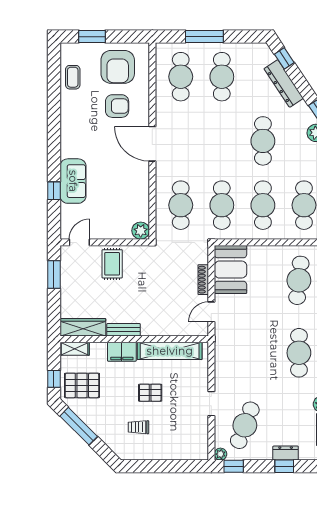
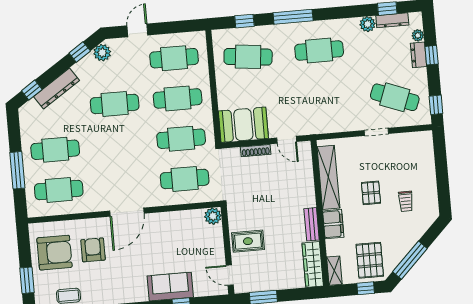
plant: (220, 454) -> (418, 35), moved

